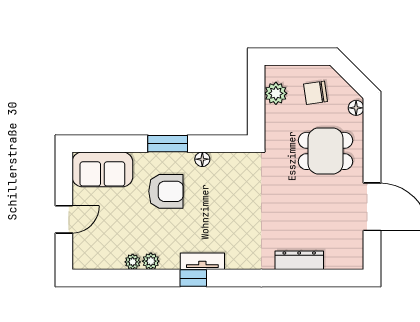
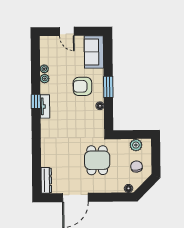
dining table: (326, 151) -> (97, 160), moved
armchair: (166, 191) -> (82, 86), turned 90
dresser: (299, 260) -> (46, 180), moved

